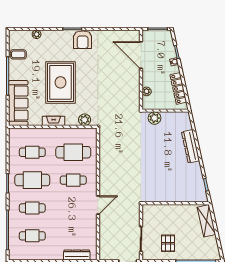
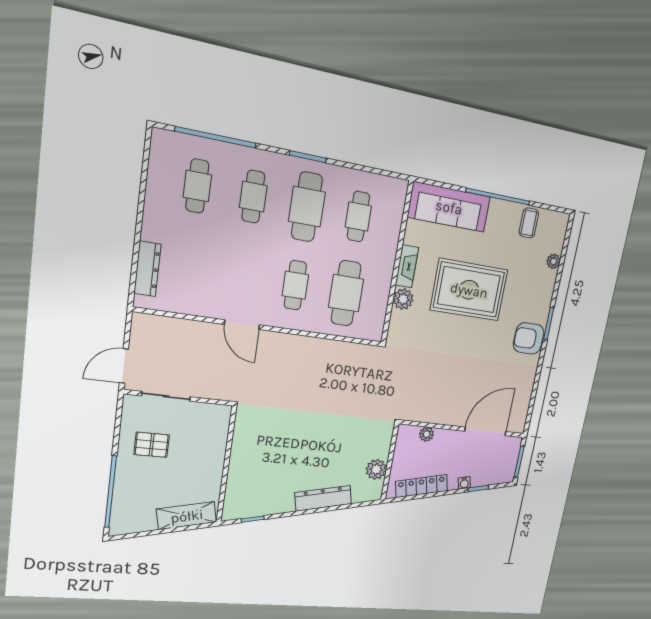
plant: (154, 118) -> (376, 469), moved
plant: (85, 120) -> (403, 299), moved

